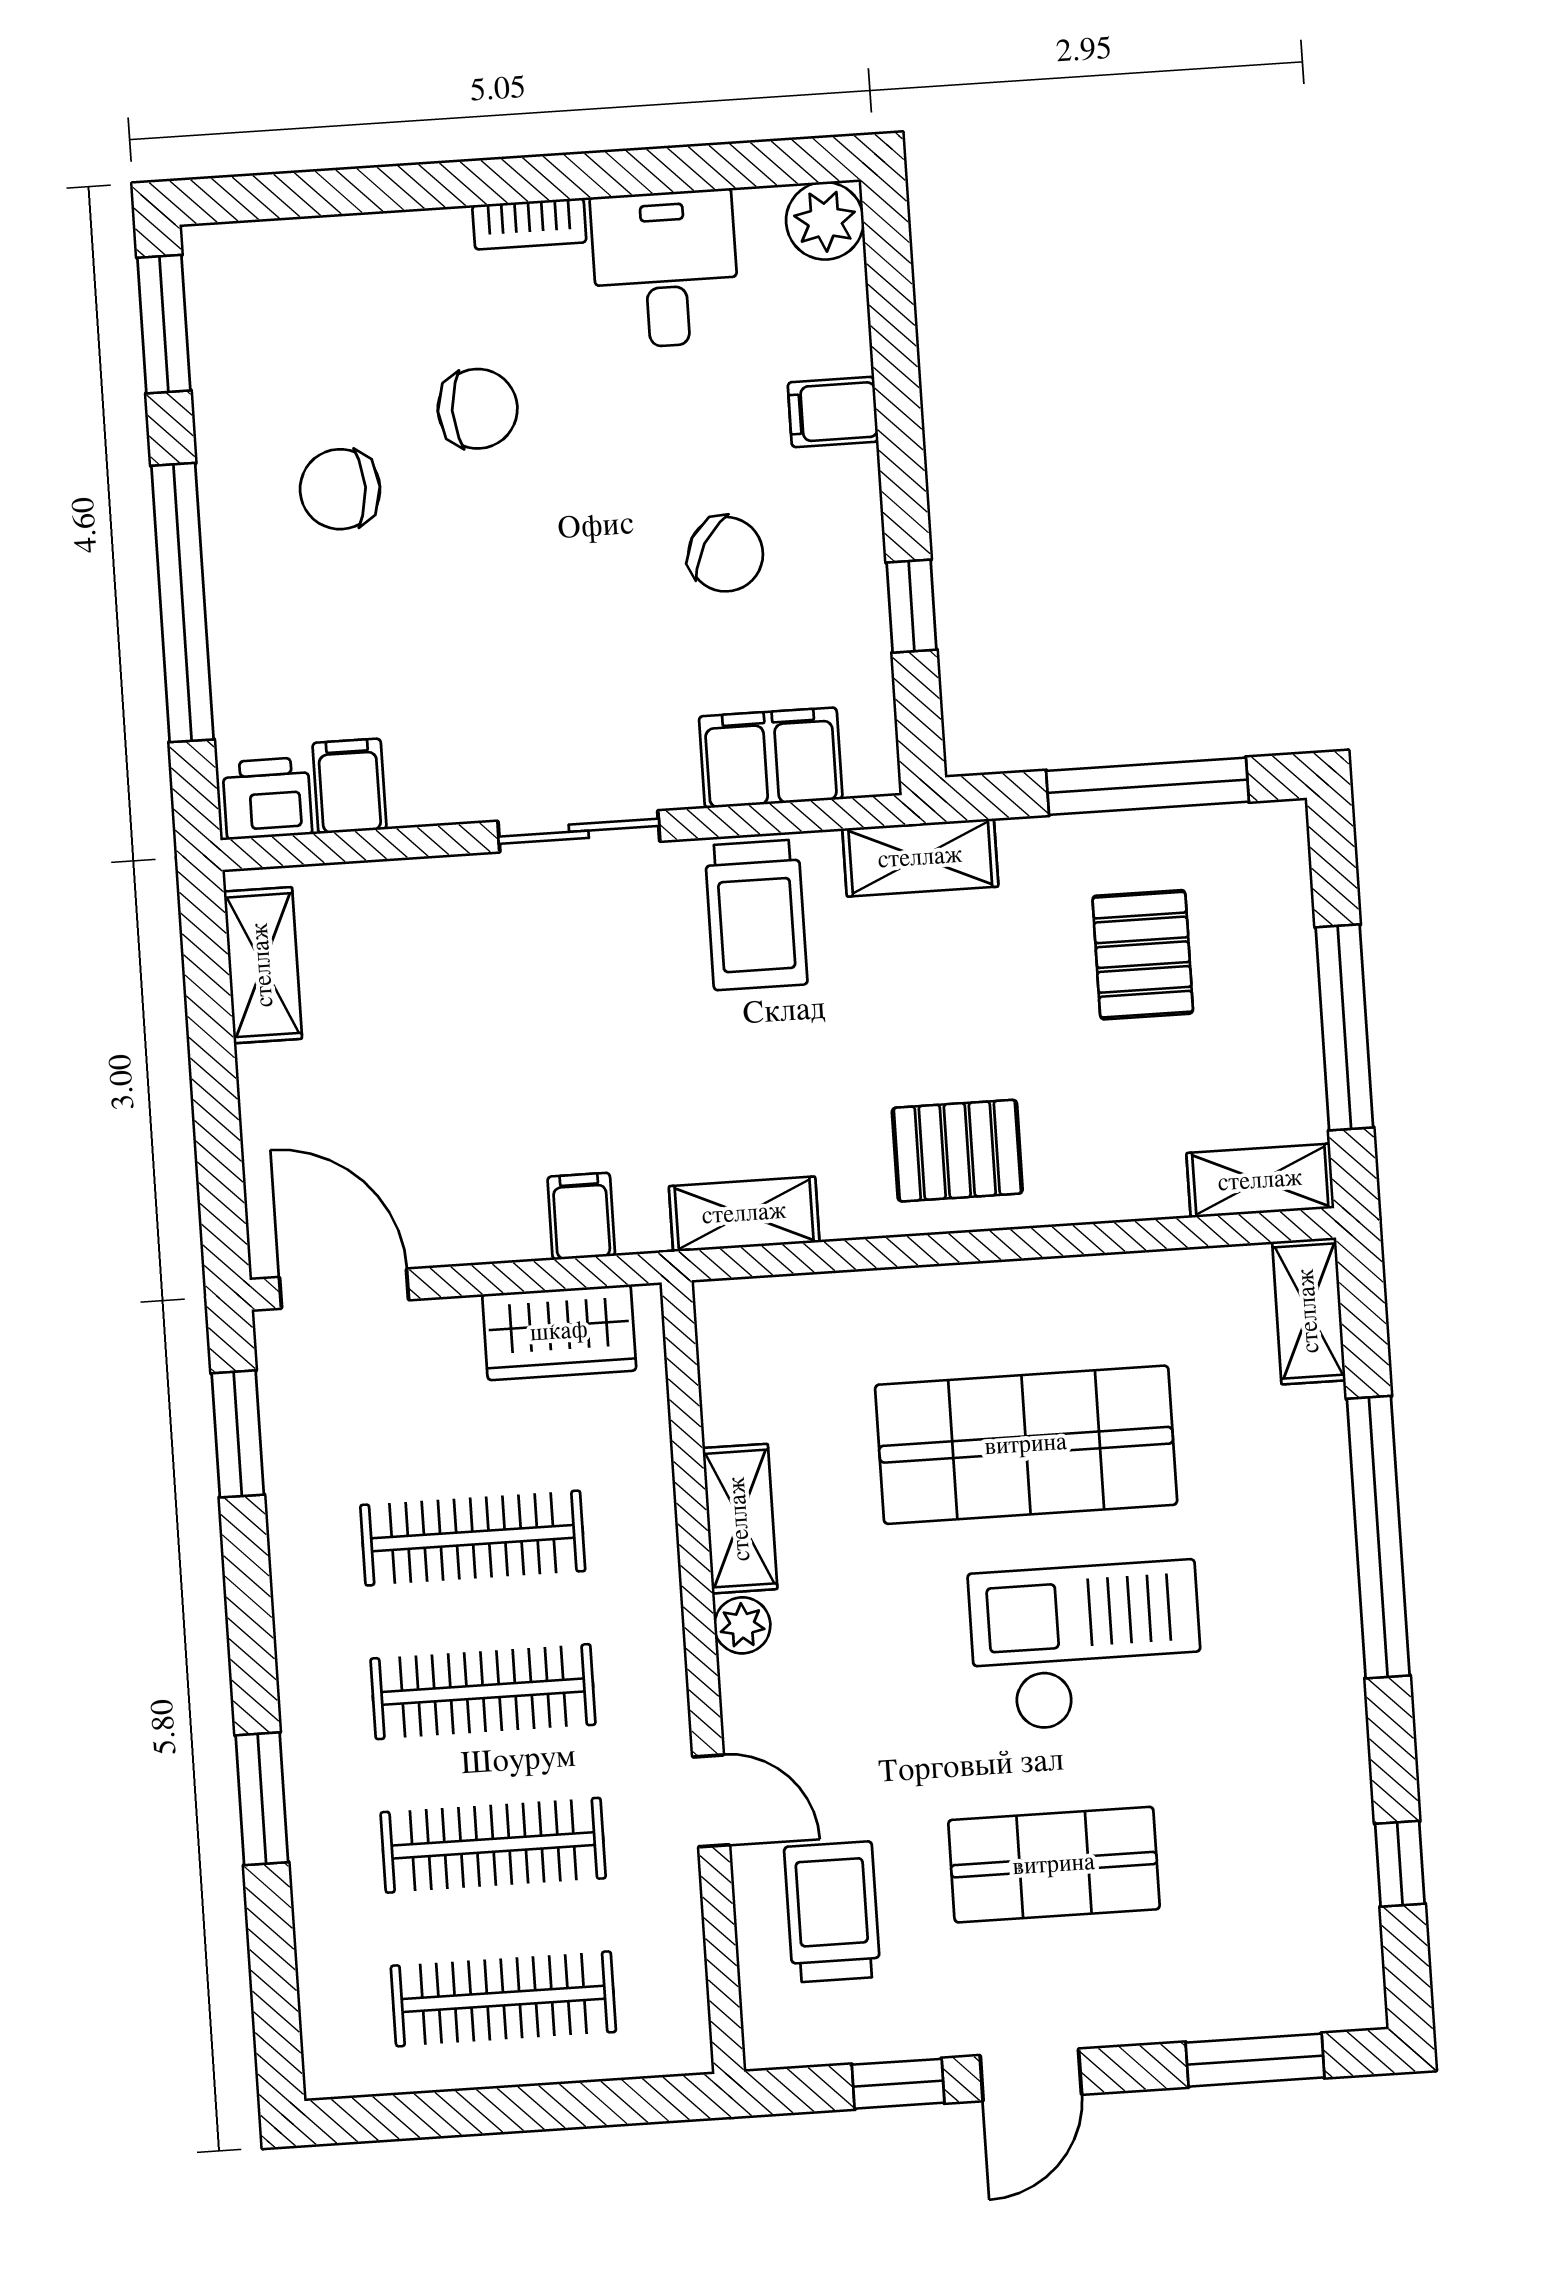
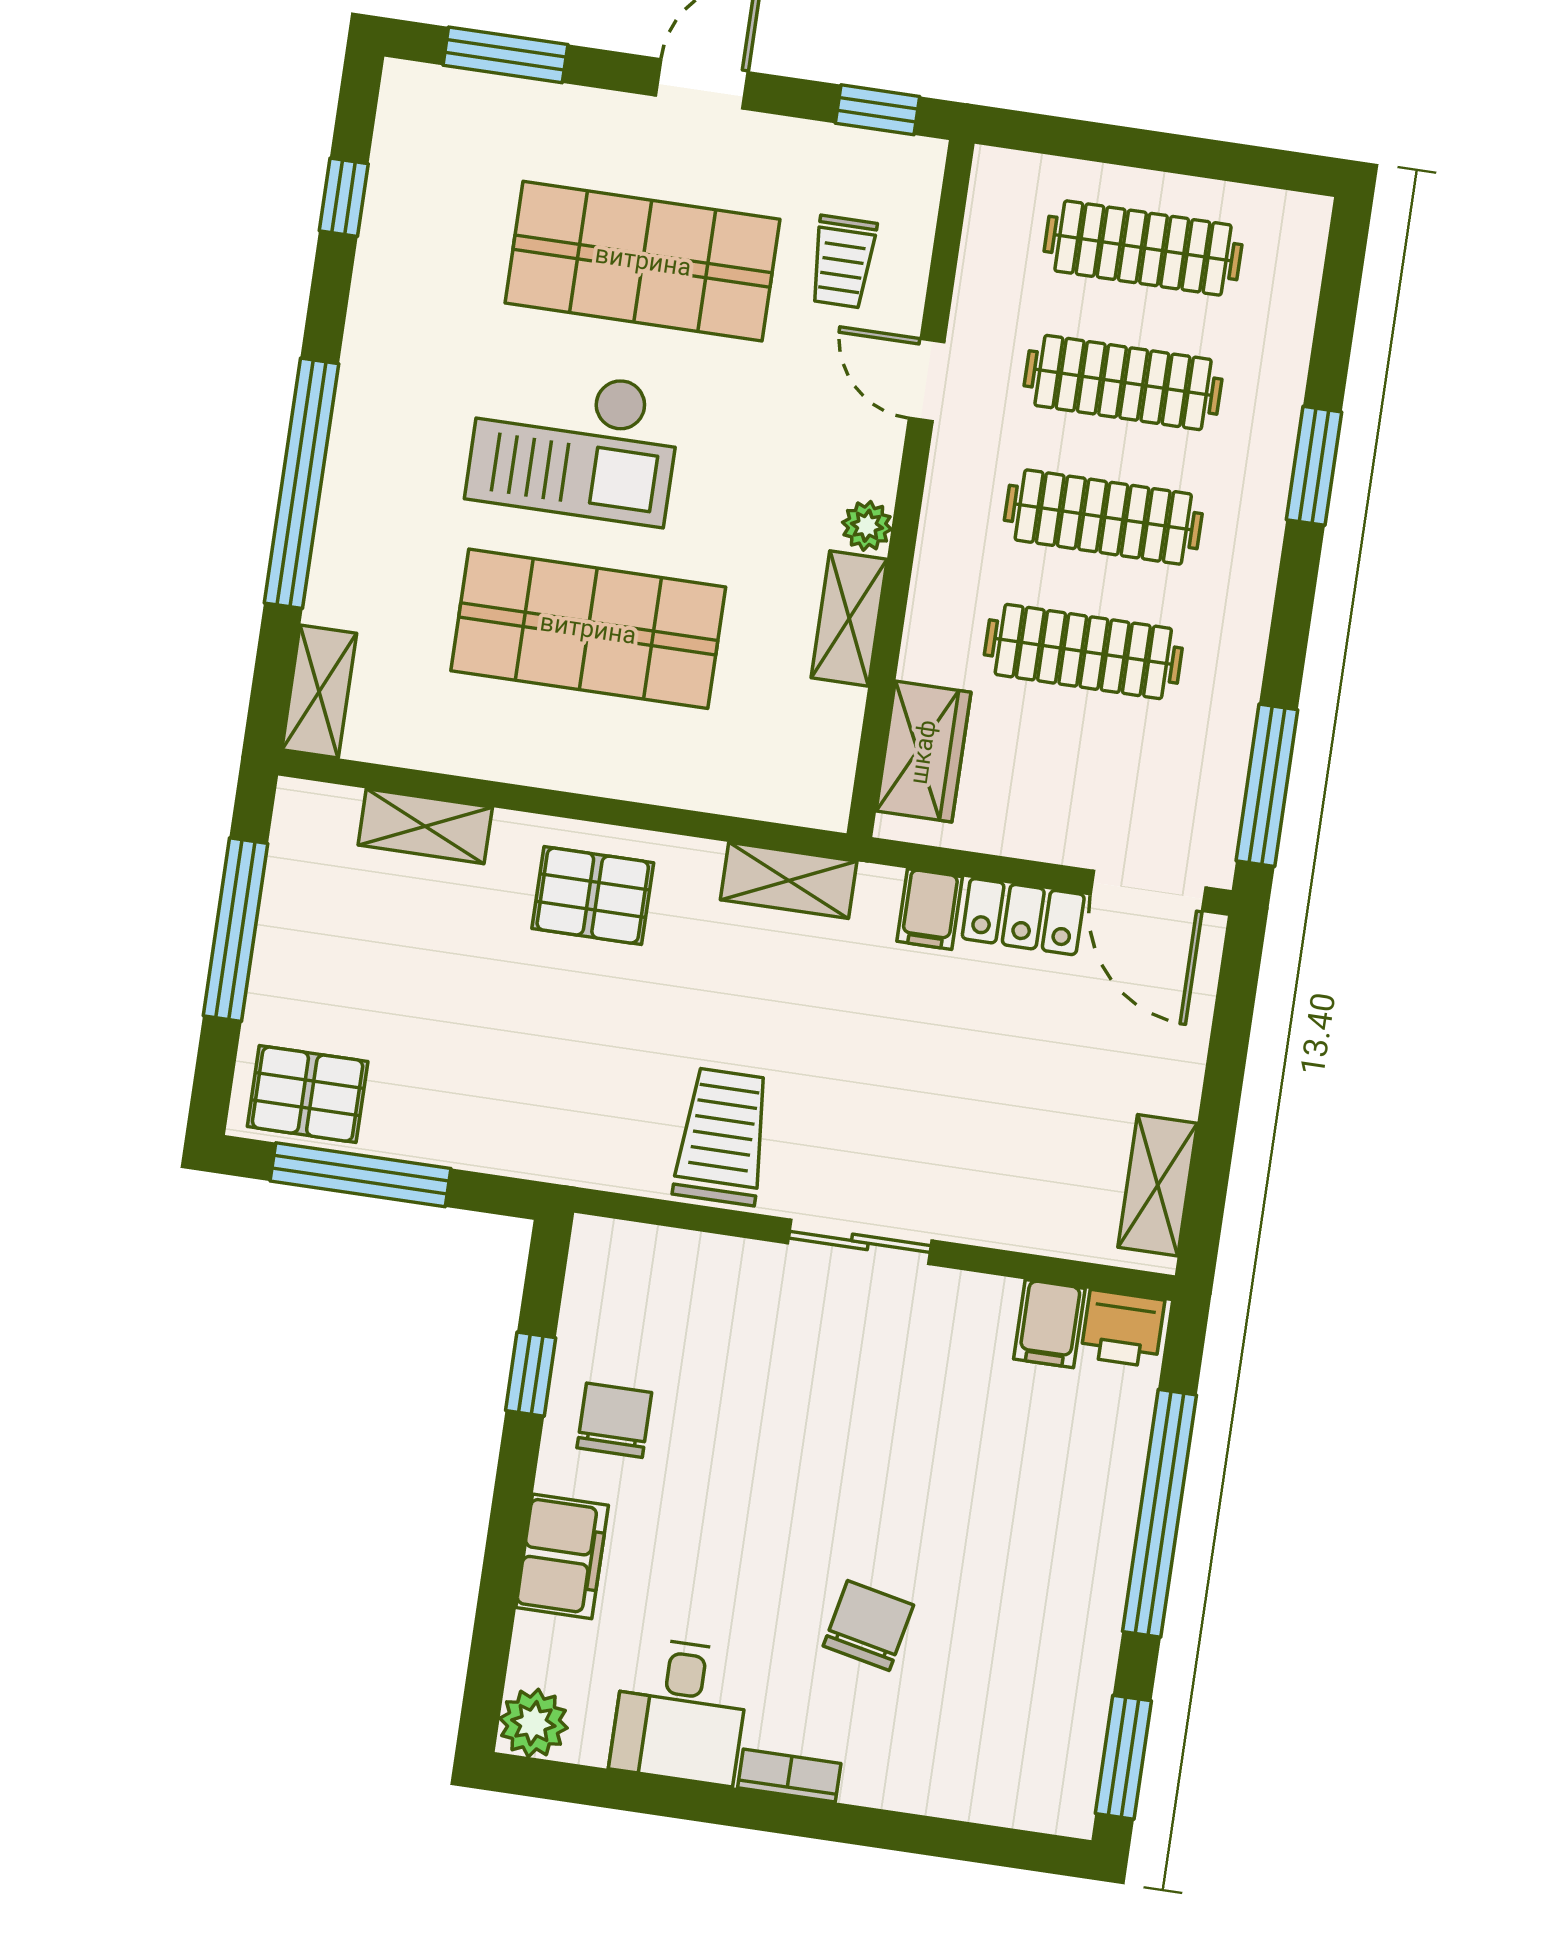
chair: (478, 409) -> (868, 1626), turned 102
filing cabinet: (833, 412) -> (562, 1556), width x2.00
chair: (340, 489) -> (1002, 1582), removed
chair: (726, 554) -> (614, 1420), moved, turned 60
filing cabinet: (771, 758) -> (681, 1270), removed
shelving: (920, 858) -> (570, 1155), removed
pallet: (1143, 955) -> (308, 1094), moved, turned 90
shelving: (1260, 1181) -> (425, 826), moved
locker: (476, 1230) -> (1023, 917), added
wardrobe: (559, 1332) -> (923, 752), moved, turned 90
window: (238, 1434) -> (1267, 785), width x1.44
shop shelf: (1054, 1865) -> (643, 261), width x1.43, depth x1.36
trolley: (832, 1912) -> (843, 262), width x0.73, depth x0.72
window: (898, 2084) -> (877, 110), moved

